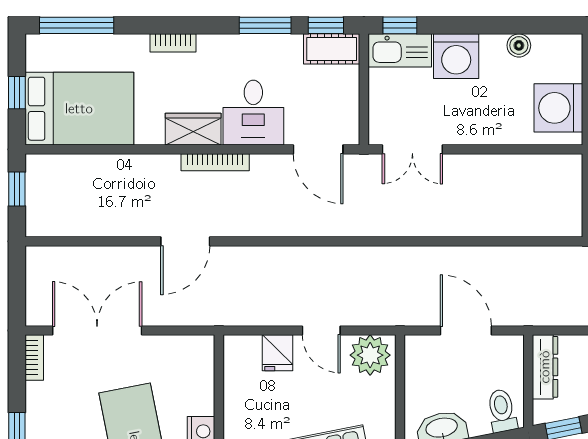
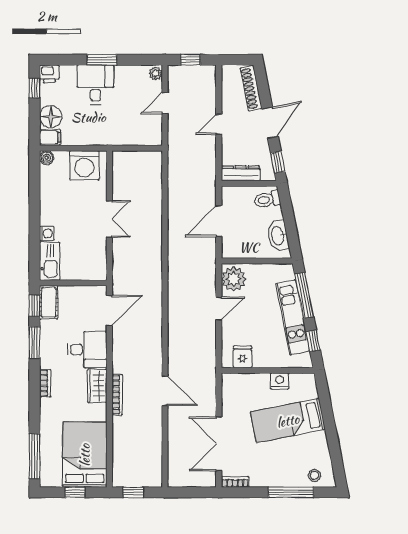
window: (400, 25) -> (34, 261), removed
bookcase: (173, 43) -> (45, 383), moved
boiler: (519, 45) -> (47, 158), moved
washing machine: (456, 56) -> (47, 233), width x0.53, depth x0.53
double door: (412, 149) -> (109, 219), moved
bookcase: (215, 162) -> (117, 395), moved
fridge: (278, 353) -> (242, 357), moved, turned -90

